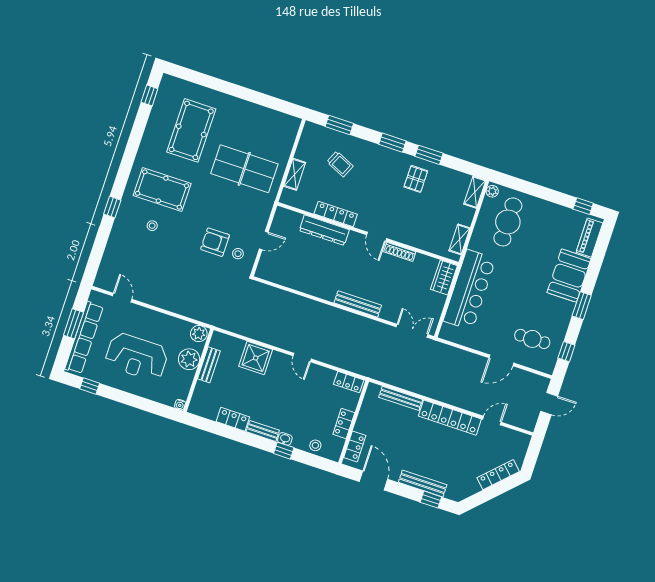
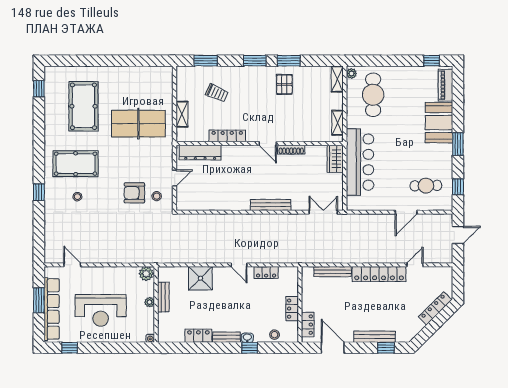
dresser: (324, 230) -> (200, 153), moved
plant: (189, 359) -> (149, 302), width x0.53, depth x0.53
locker: (349, 382) -> (266, 273), moved

